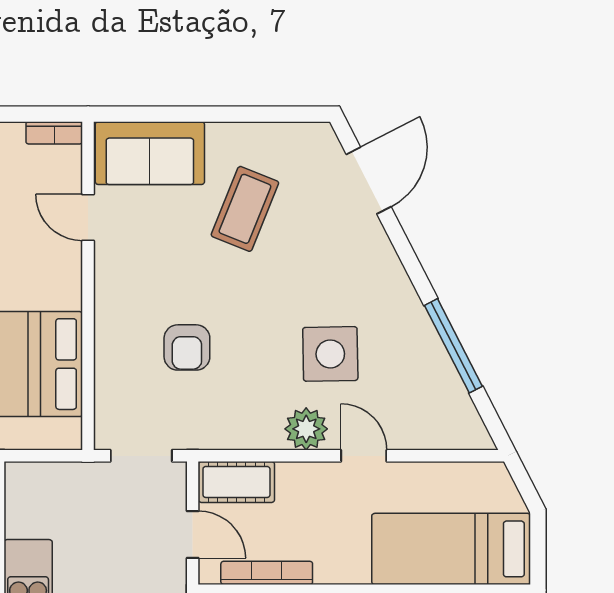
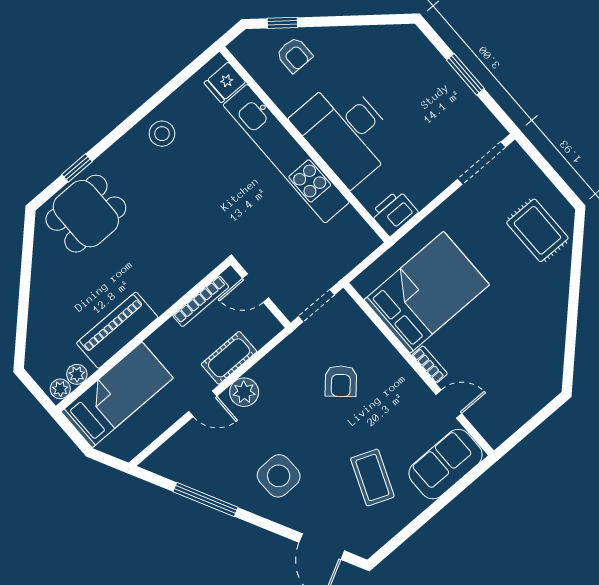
bookcase: (54, 133) -> (430, 364), moved, turned 90
armchair: (187, 347) -> (341, 381), turned -138
side table: (330, 354) -> (279, 476), moved
cot: (236, 482) -> (229, 358), moved

